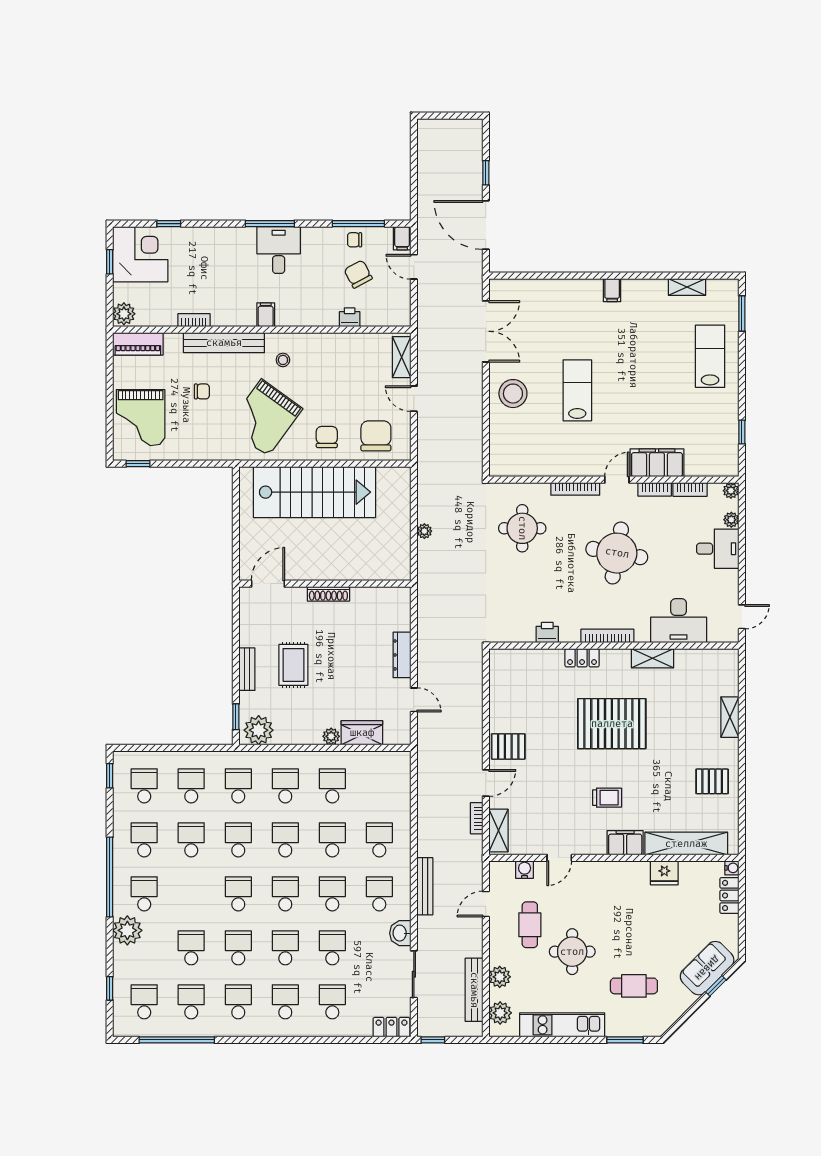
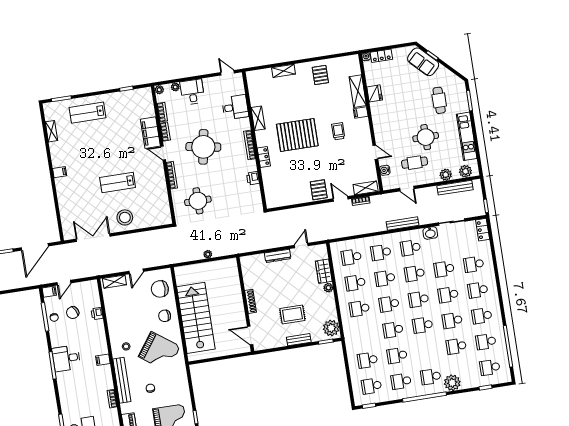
desk: (679, 621) -> (235, 107), width x0.73
pallet: (612, 724) -> (297, 135), turned 90
school desk: (238, 786) -> (351, 257), moved
filing cabinet: (625, 843) -> (361, 112), width x0.50
shelving: (686, 844) -> (358, 91), width x0.68

